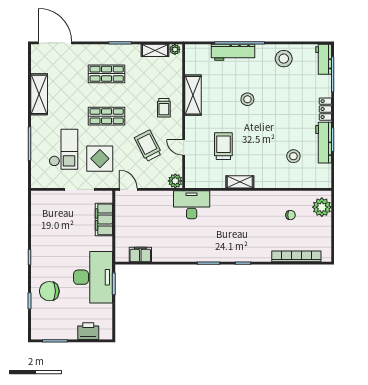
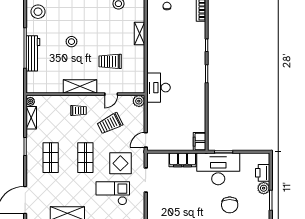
shelving: (193, 95) -> (80, 86), moved
shelving: (240, 182) -> (140, 34), moved
filing cabinet: (104, 219) -> (183, 160), moved
filing cabinet: (140, 255) -> (199, 142), moved
plant: (70, 332) -> (264, 188), added

